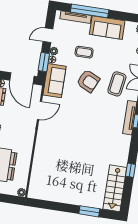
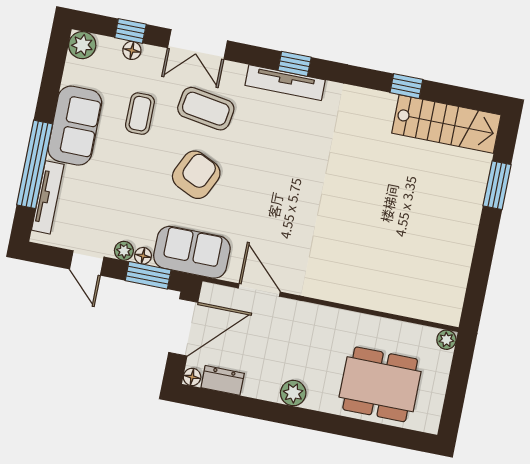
coffee table: (84, 52) -> (140, 114), moved

